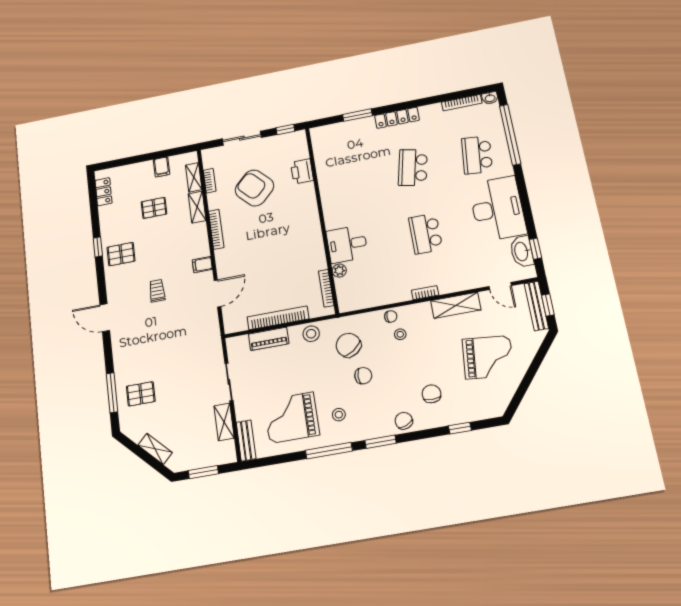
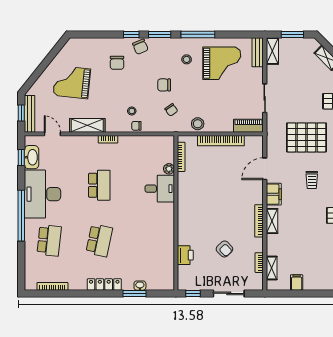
washbasin: (490, 98) -> (140, 286), moved
window: (510, 135) -> (21, 216), moved
armchair: (254, 188) -> (224, 249), width x0.53, depth x0.53
shelving: (197, 207) -> (272, 221), moved
pallet: (154, 208) -> (306, 137), moved, width x2.05, depth x2.00
filing cabinet: (202, 265) -> (274, 194), width x2.00
piano: (269, 339) -> (248, 126), moved
chair: (348, 345) -> (171, 110), width x0.54, depth x0.54
shelving: (224, 422) -> (272, 51), moved
window: (460, 428) -> (131, 34), moved

